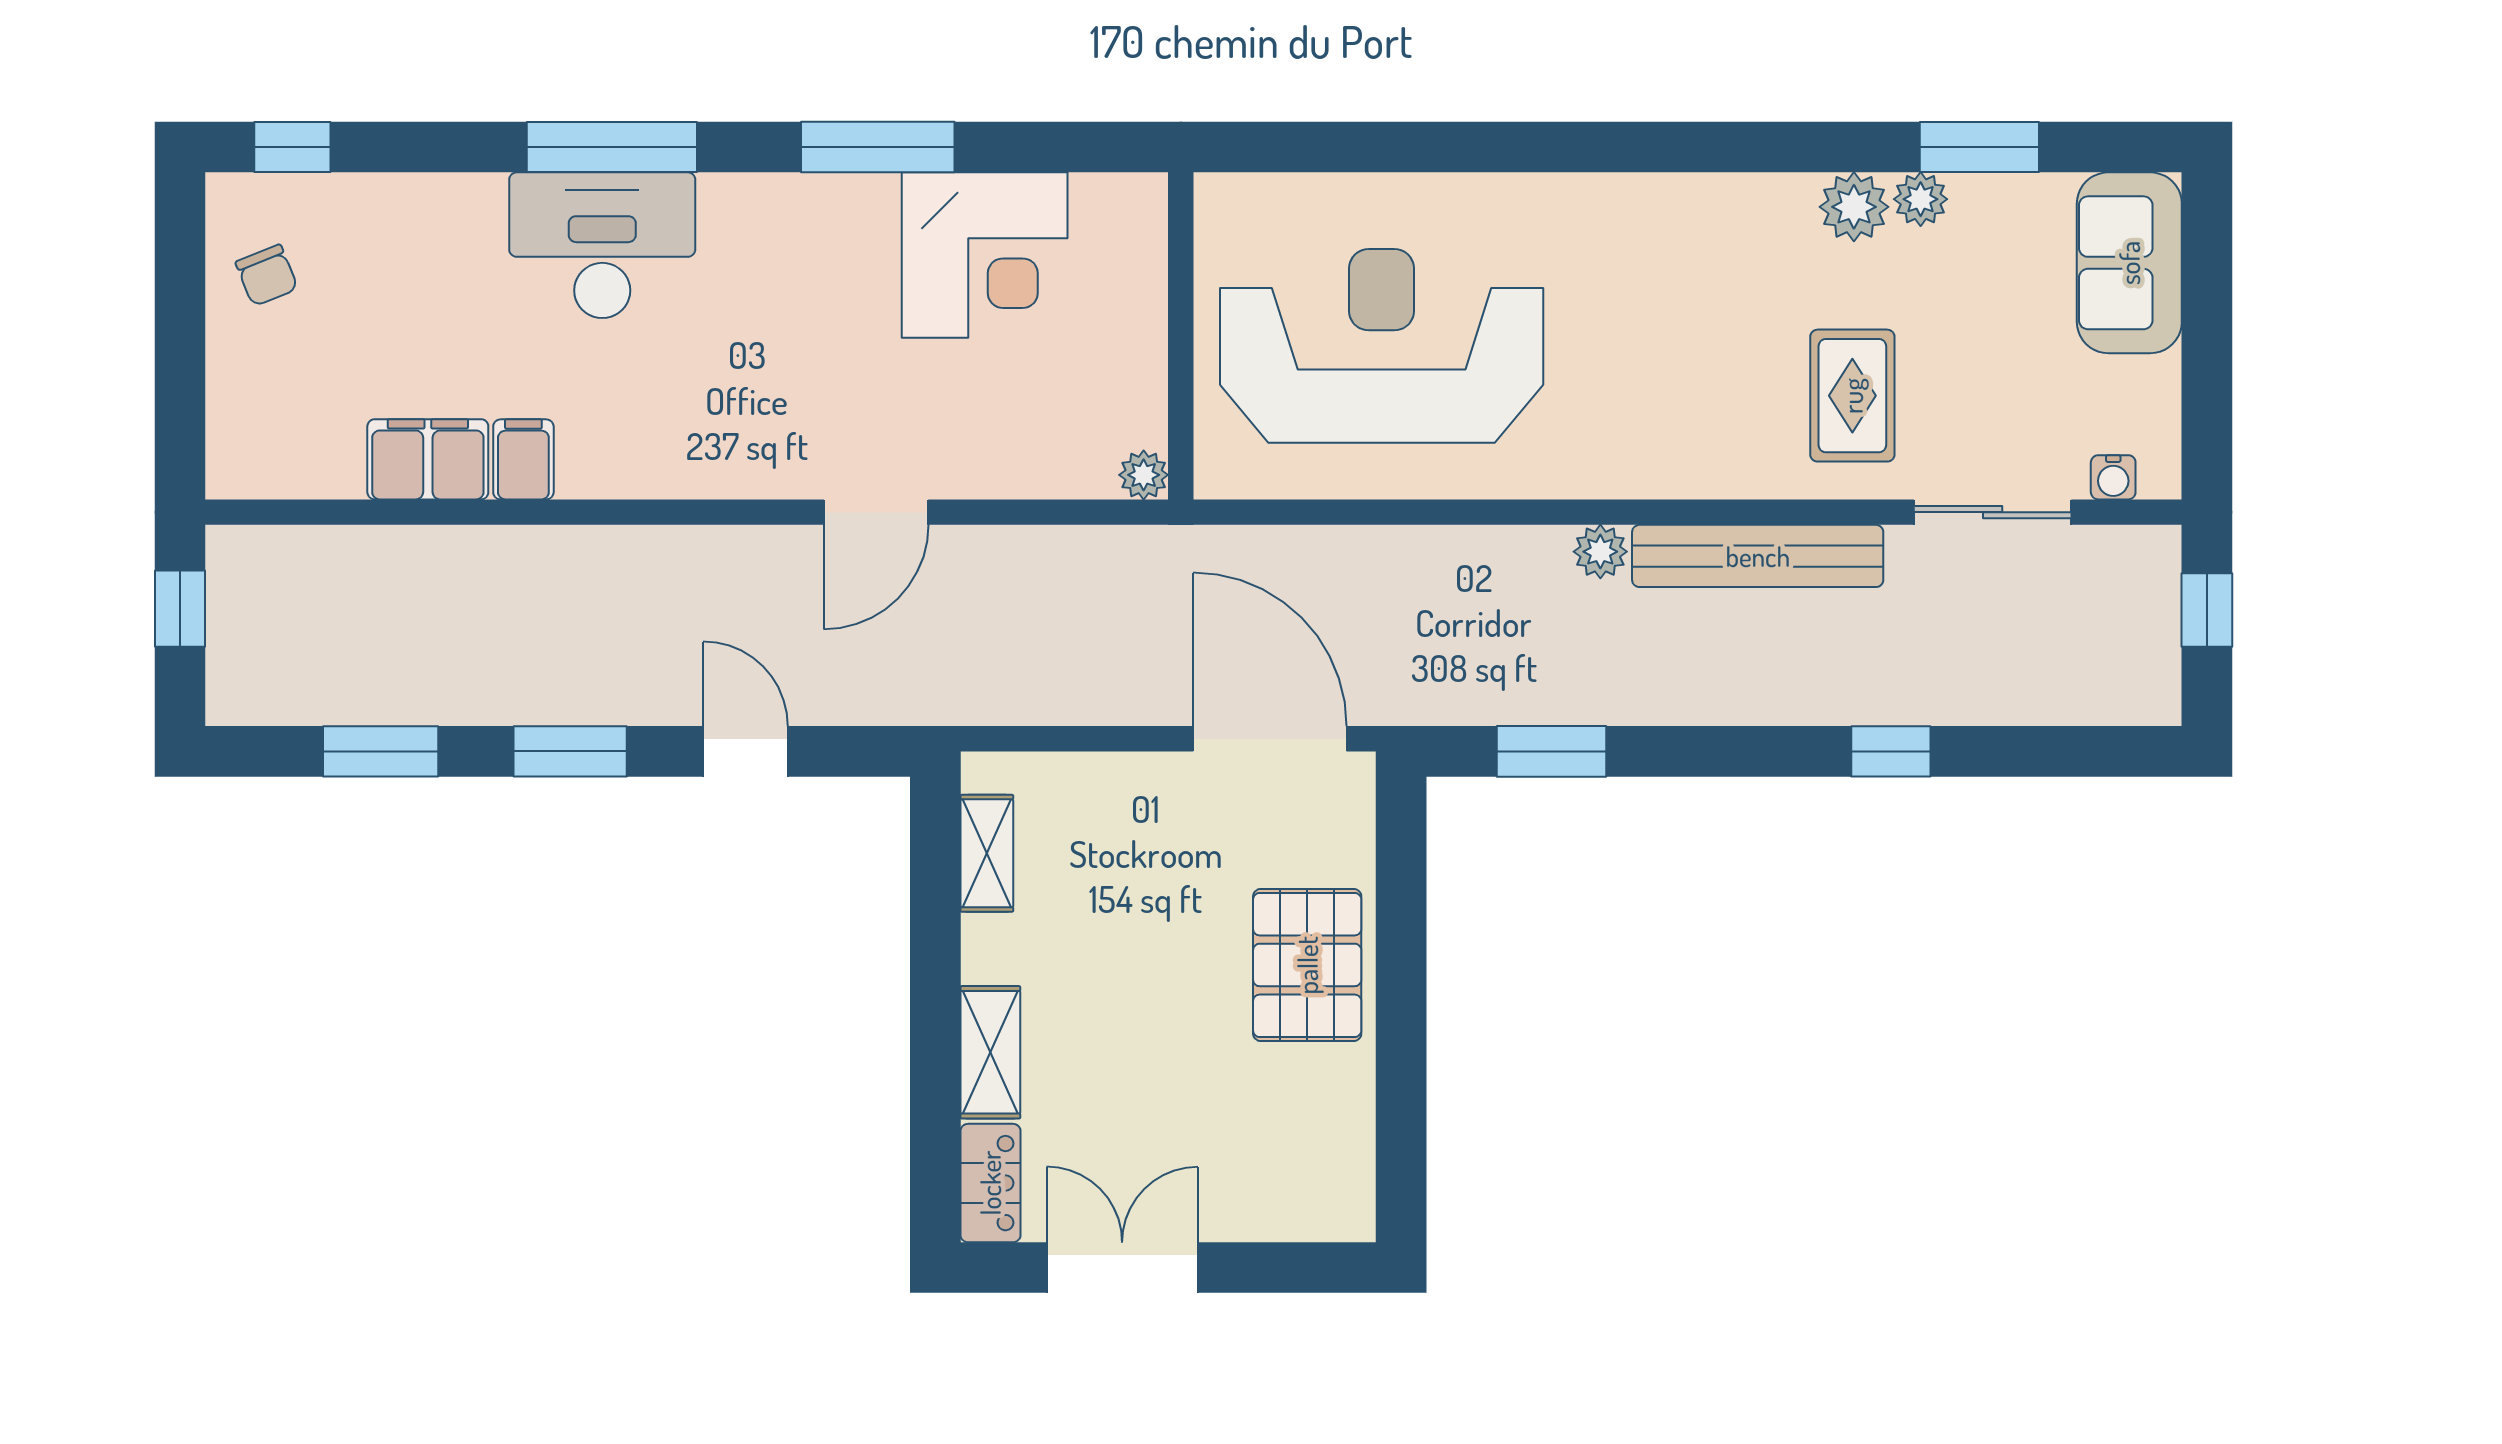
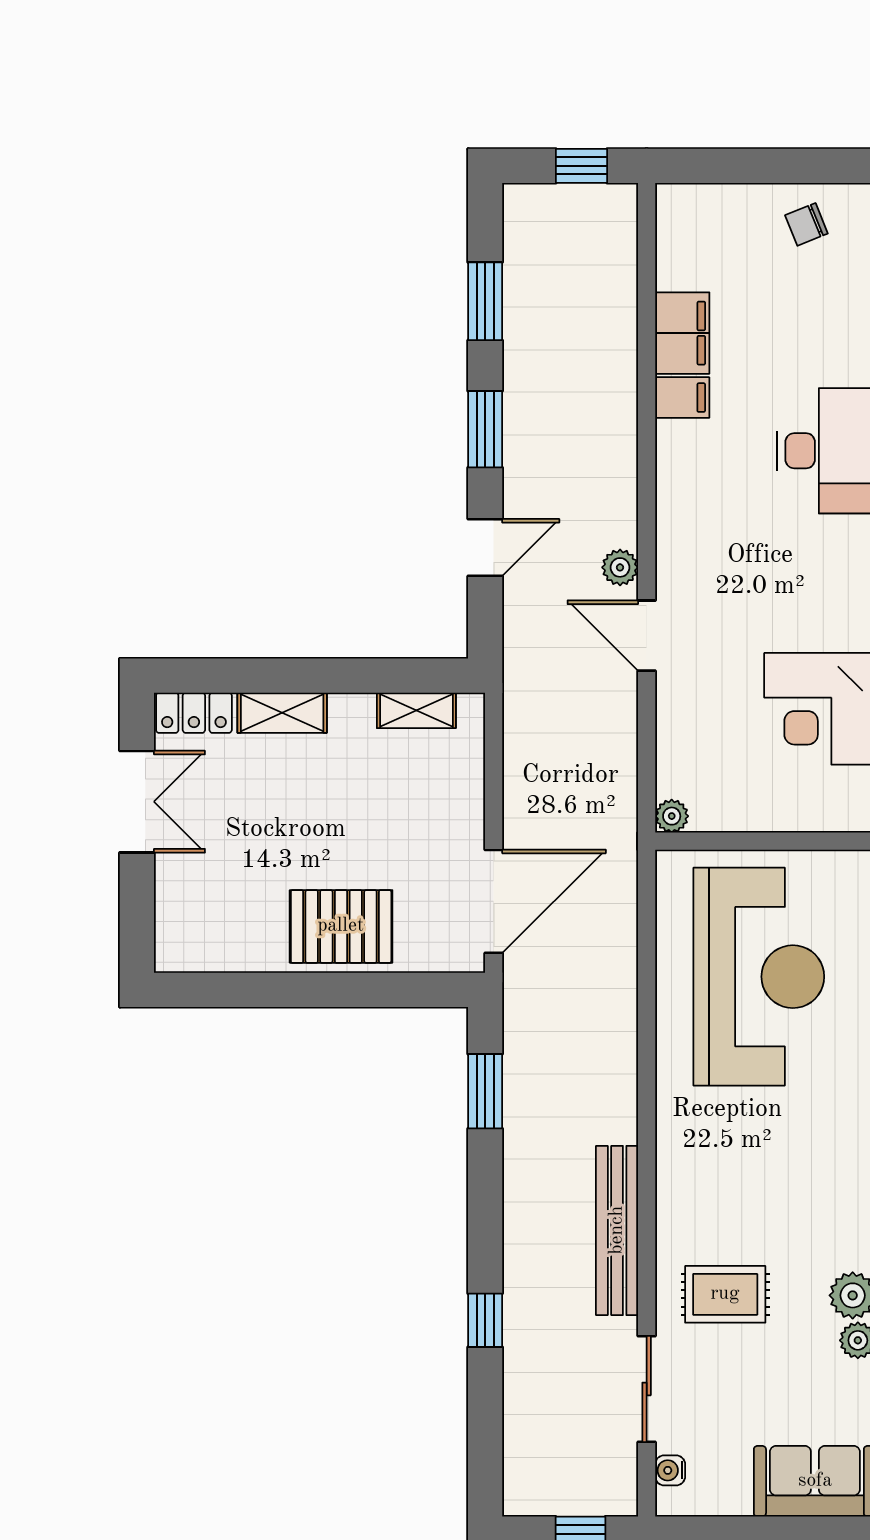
plant: (1600, 552) -> (620, 567), moved

